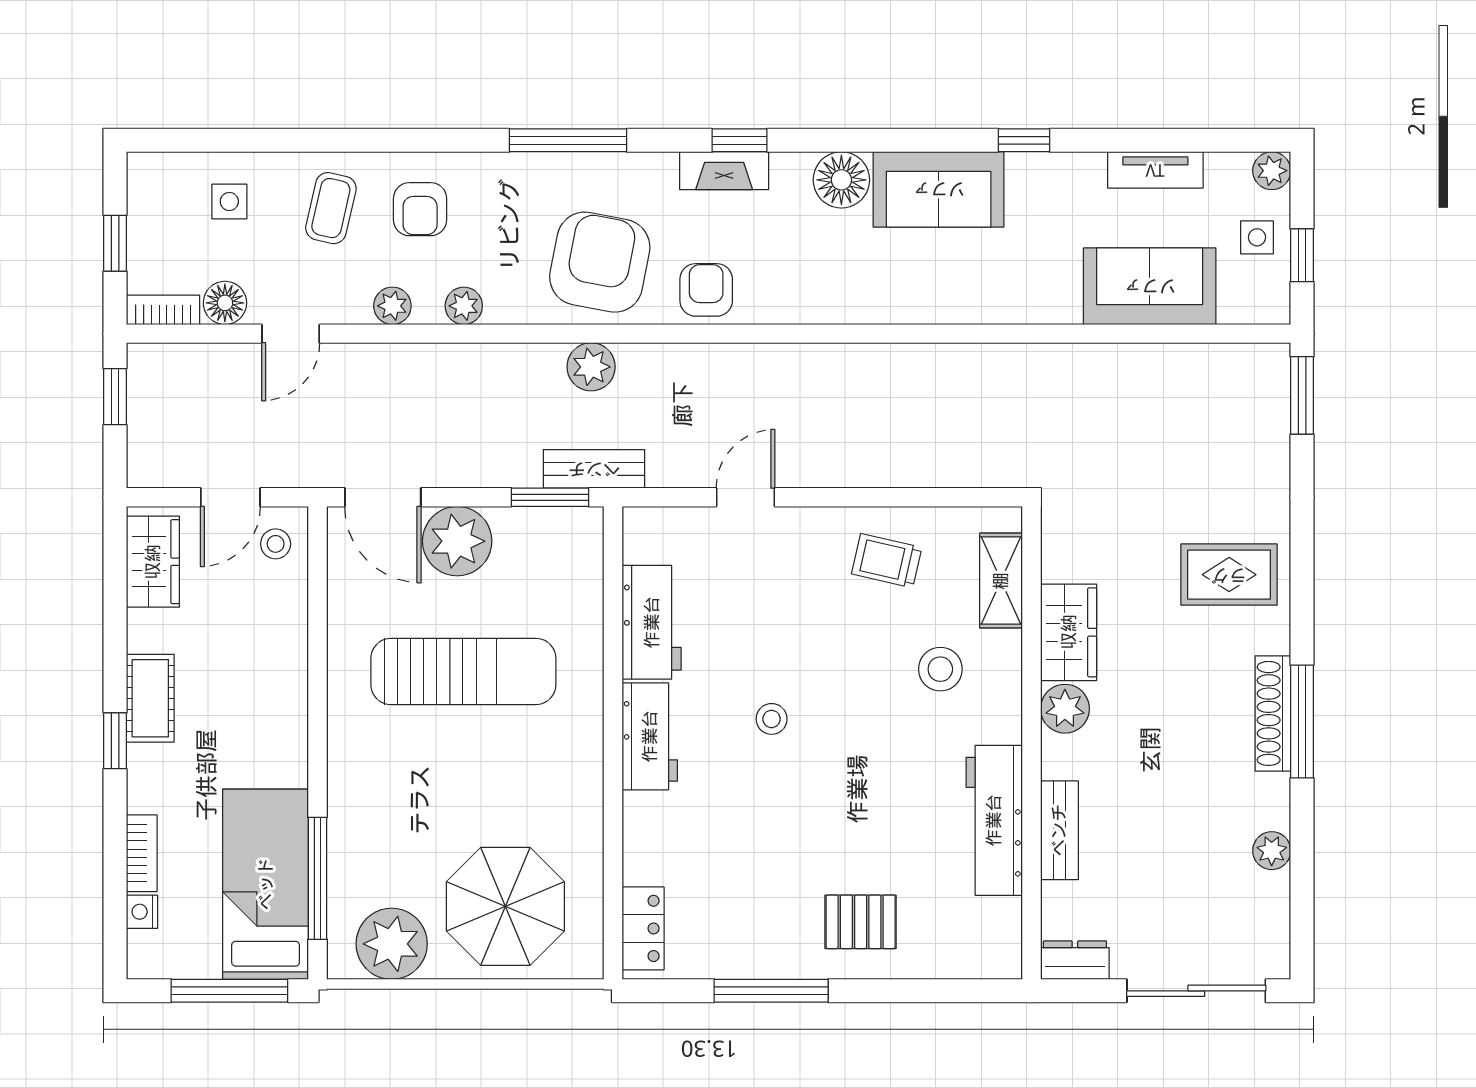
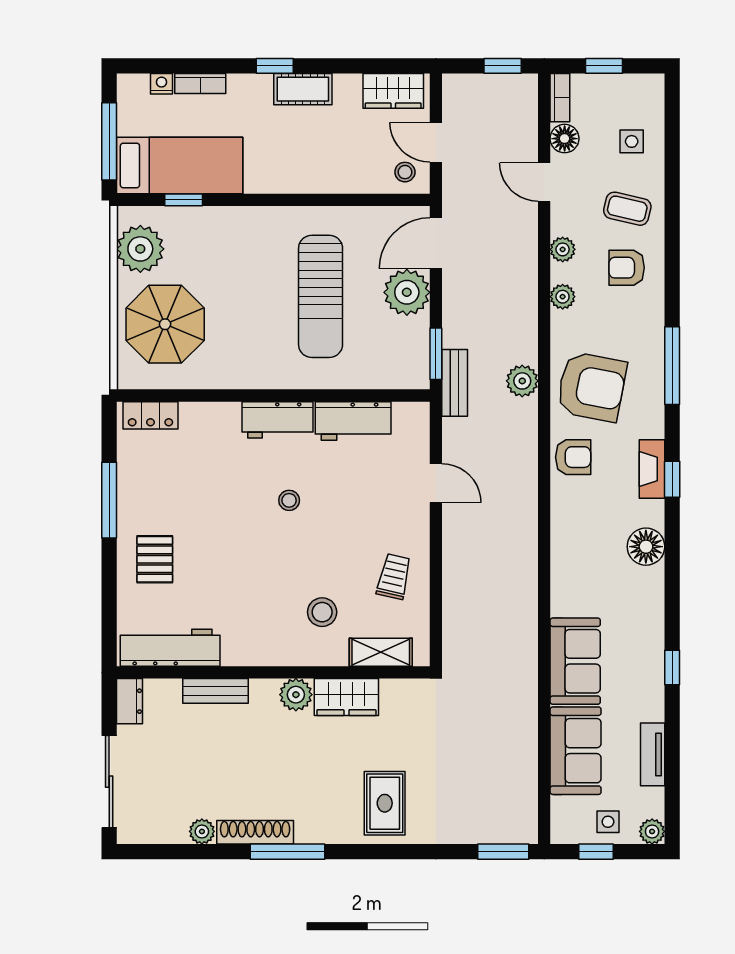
sofa: (939, 189) -> (575, 661), moved, turned 180
shoe rack: (1273, 713) -> (255, 832), moved
workbench: (994, 820) -> (170, 648), moved
window: (317, 878) -> (184, 200), width x0.46

